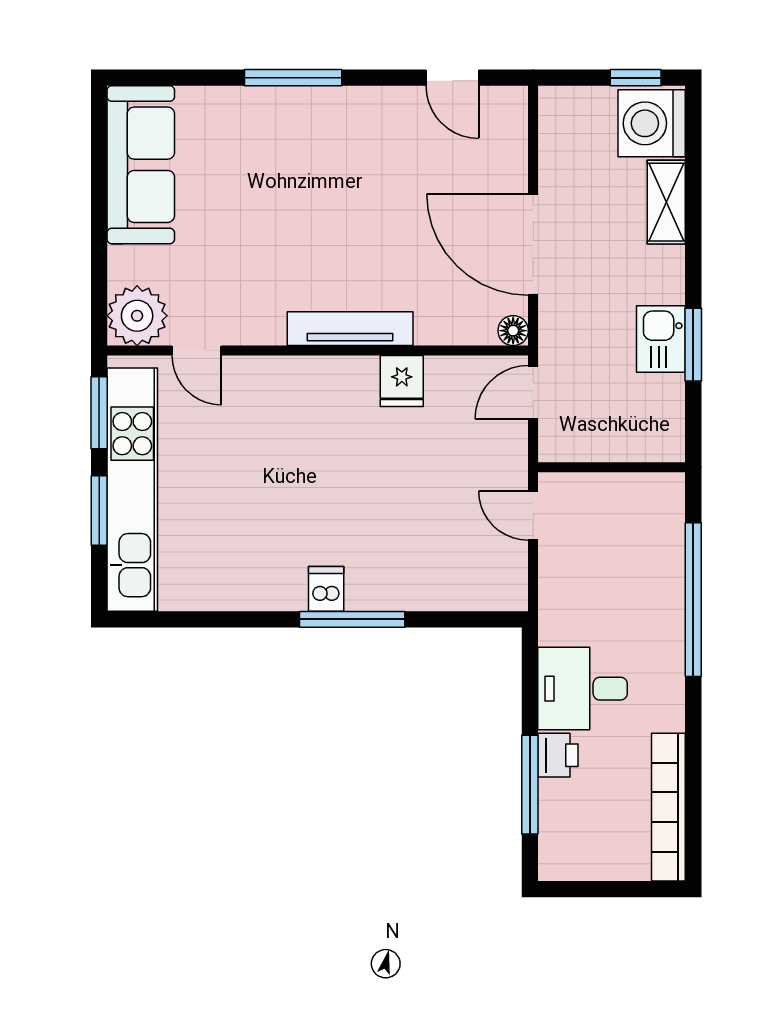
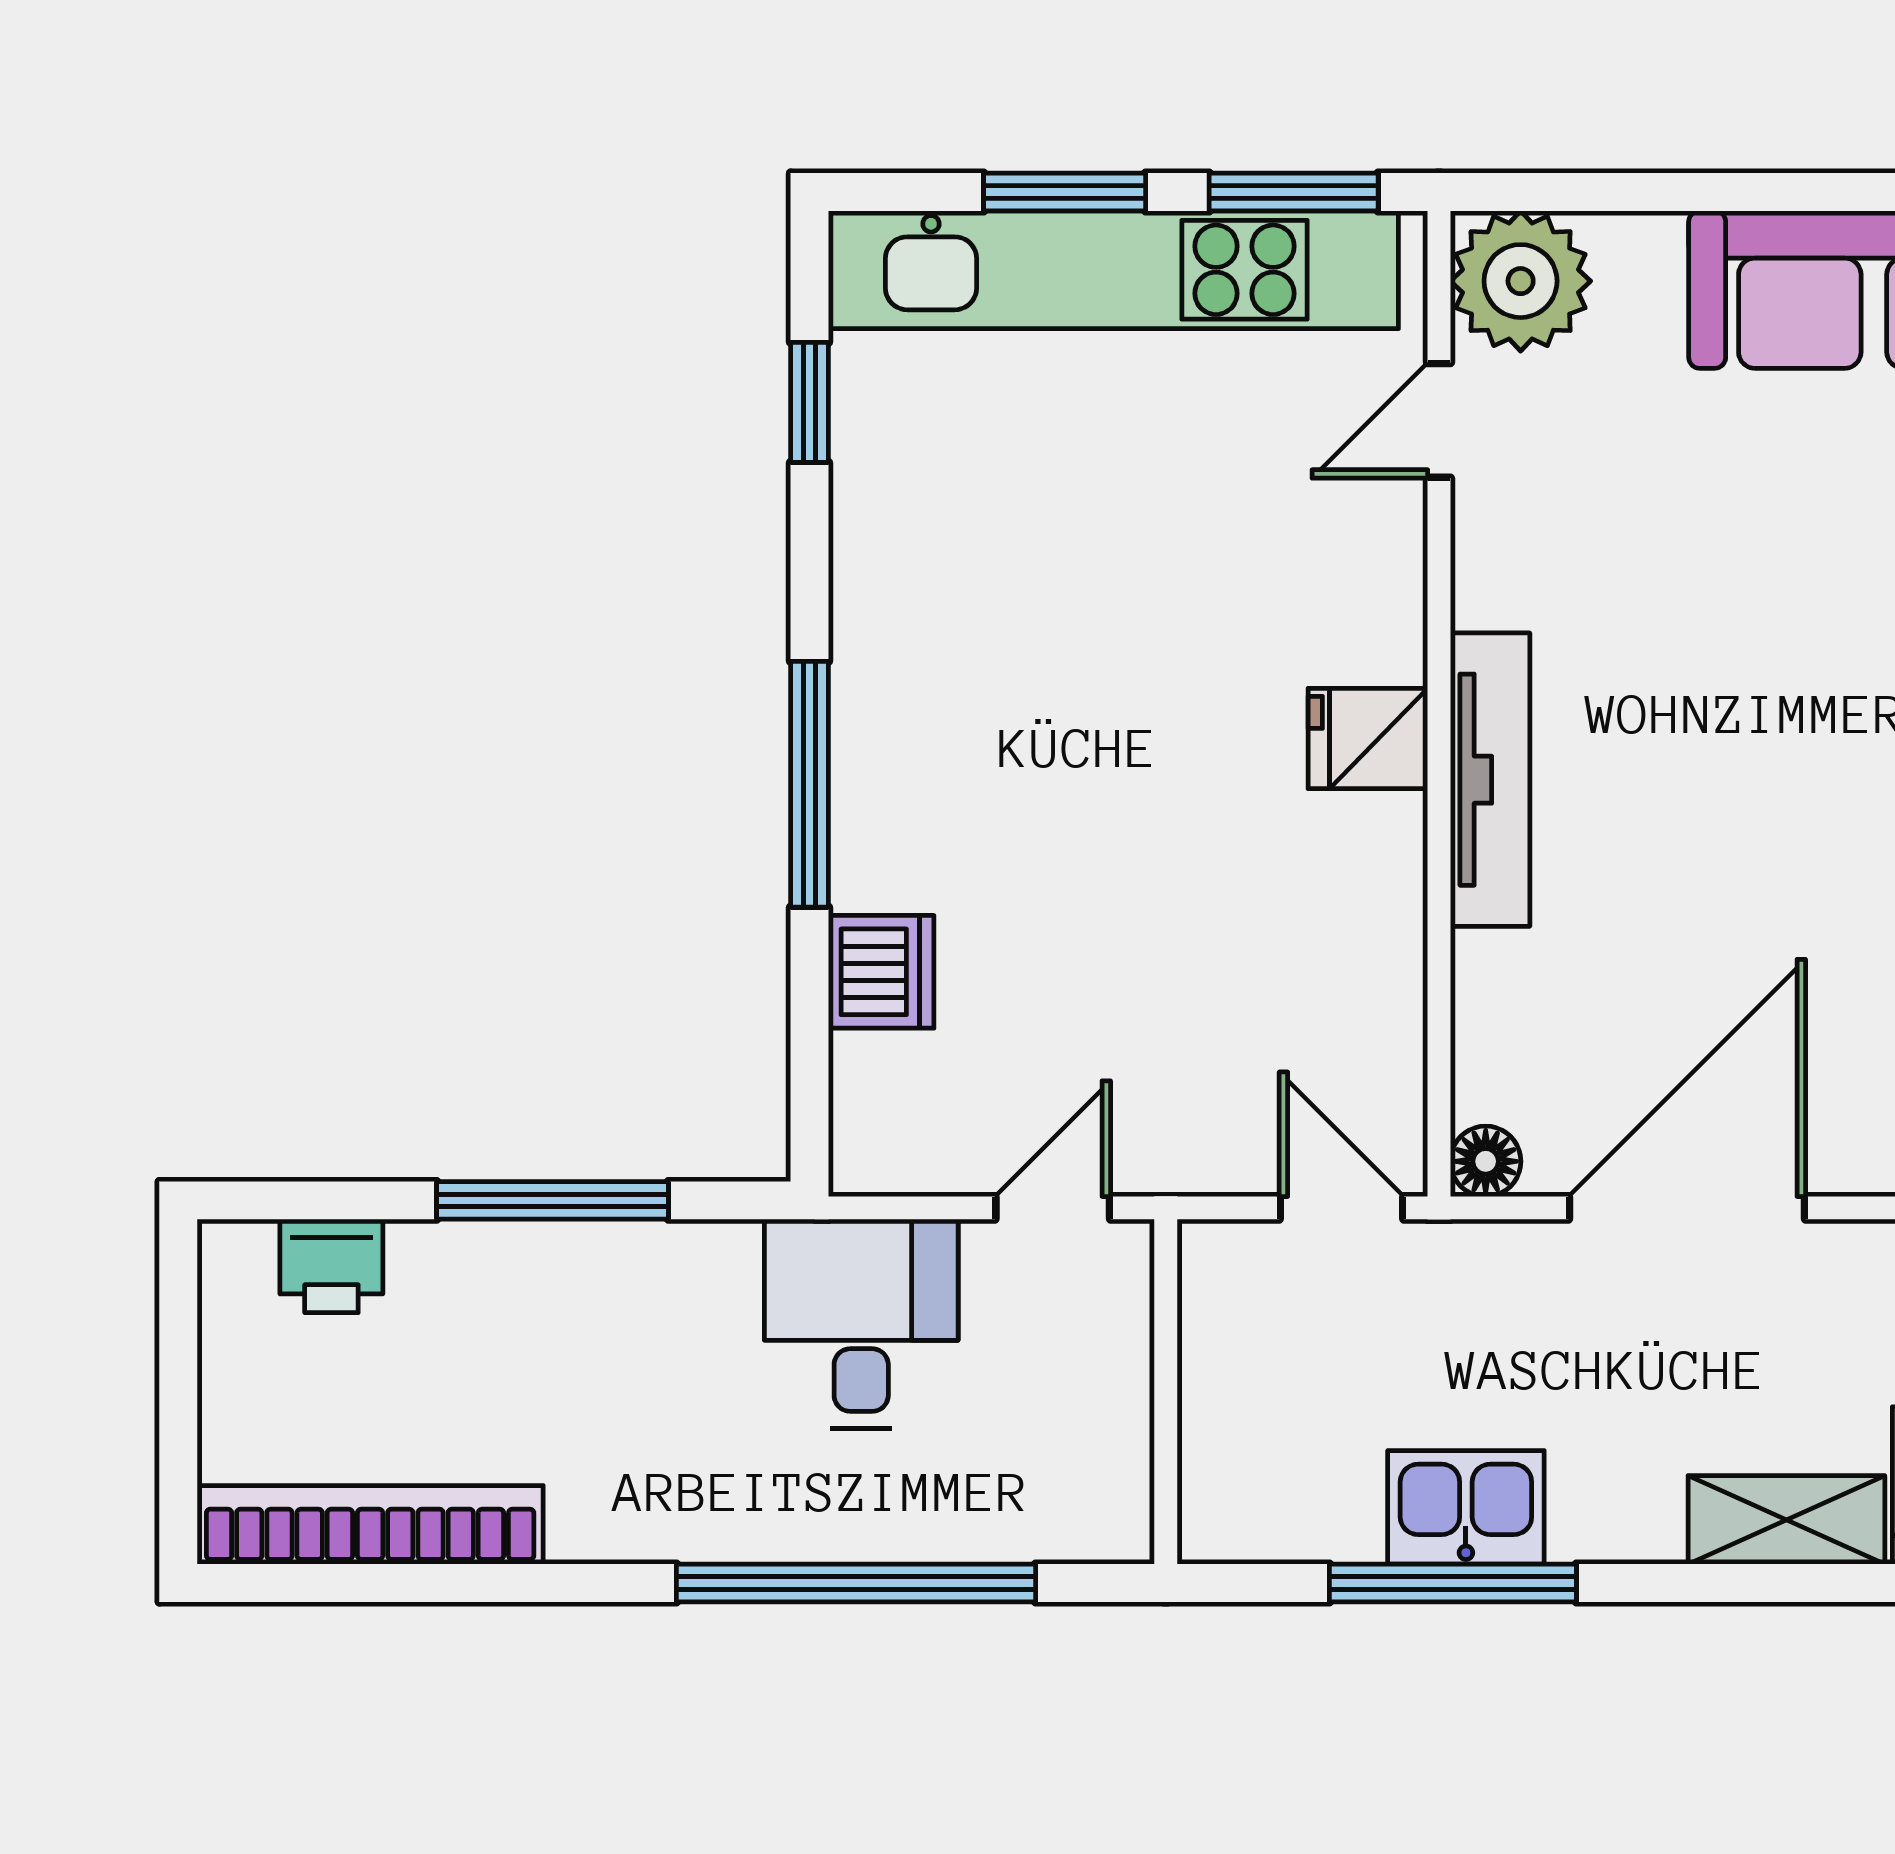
window: (693, 345) -> (1453, 1583), width x1.44
fridge: (402, 381) -> (1368, 739), moved
dishwasher: (326, 589) -> (881, 972), moved, width x1.38
window: (189, 619) -> (810, 402), added
desk: (582, 689) -> (861, 1324), moved
printer: (558, 755) -> (331, 1266), moved
window: (530, 785) -> (552, 1200), moved

